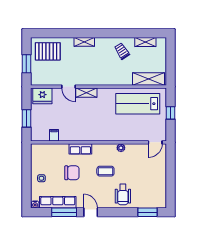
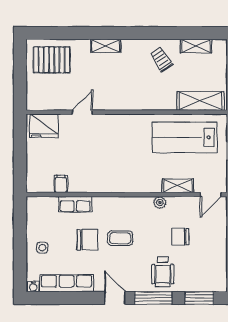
window: (26, 64) -> (20, 78), removed
door: (68, 87) -> (82, 112), swing flipped
shelving: (86, 93) -> (178, 186), moved
window: (26, 118) -> (20, 159), removed
row of seats: (80, 149) -> (75, 204), moved
coffee table: (105, 171) -> (120, 238), moved
chair: (135, 171) -> (180, 237), added
window: (64, 212) -> (153, 298), moved

